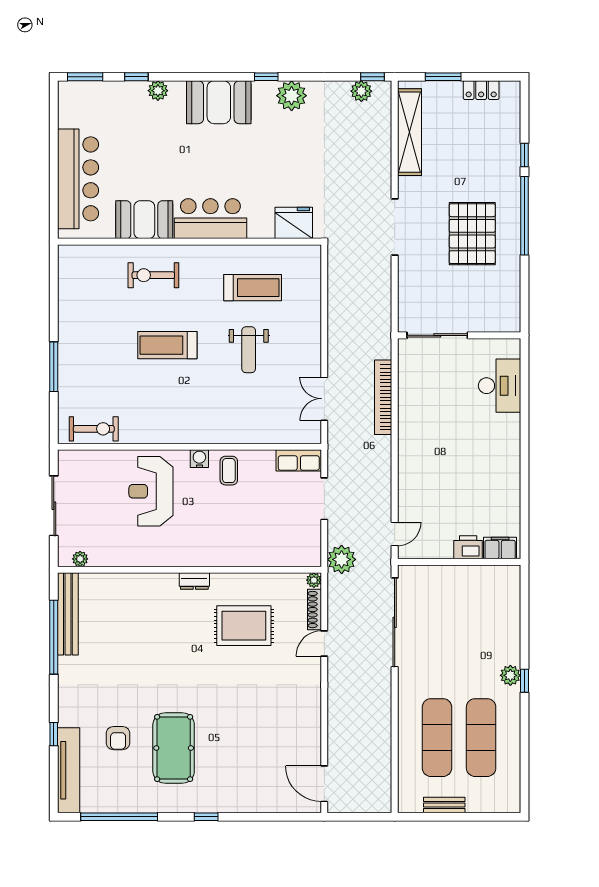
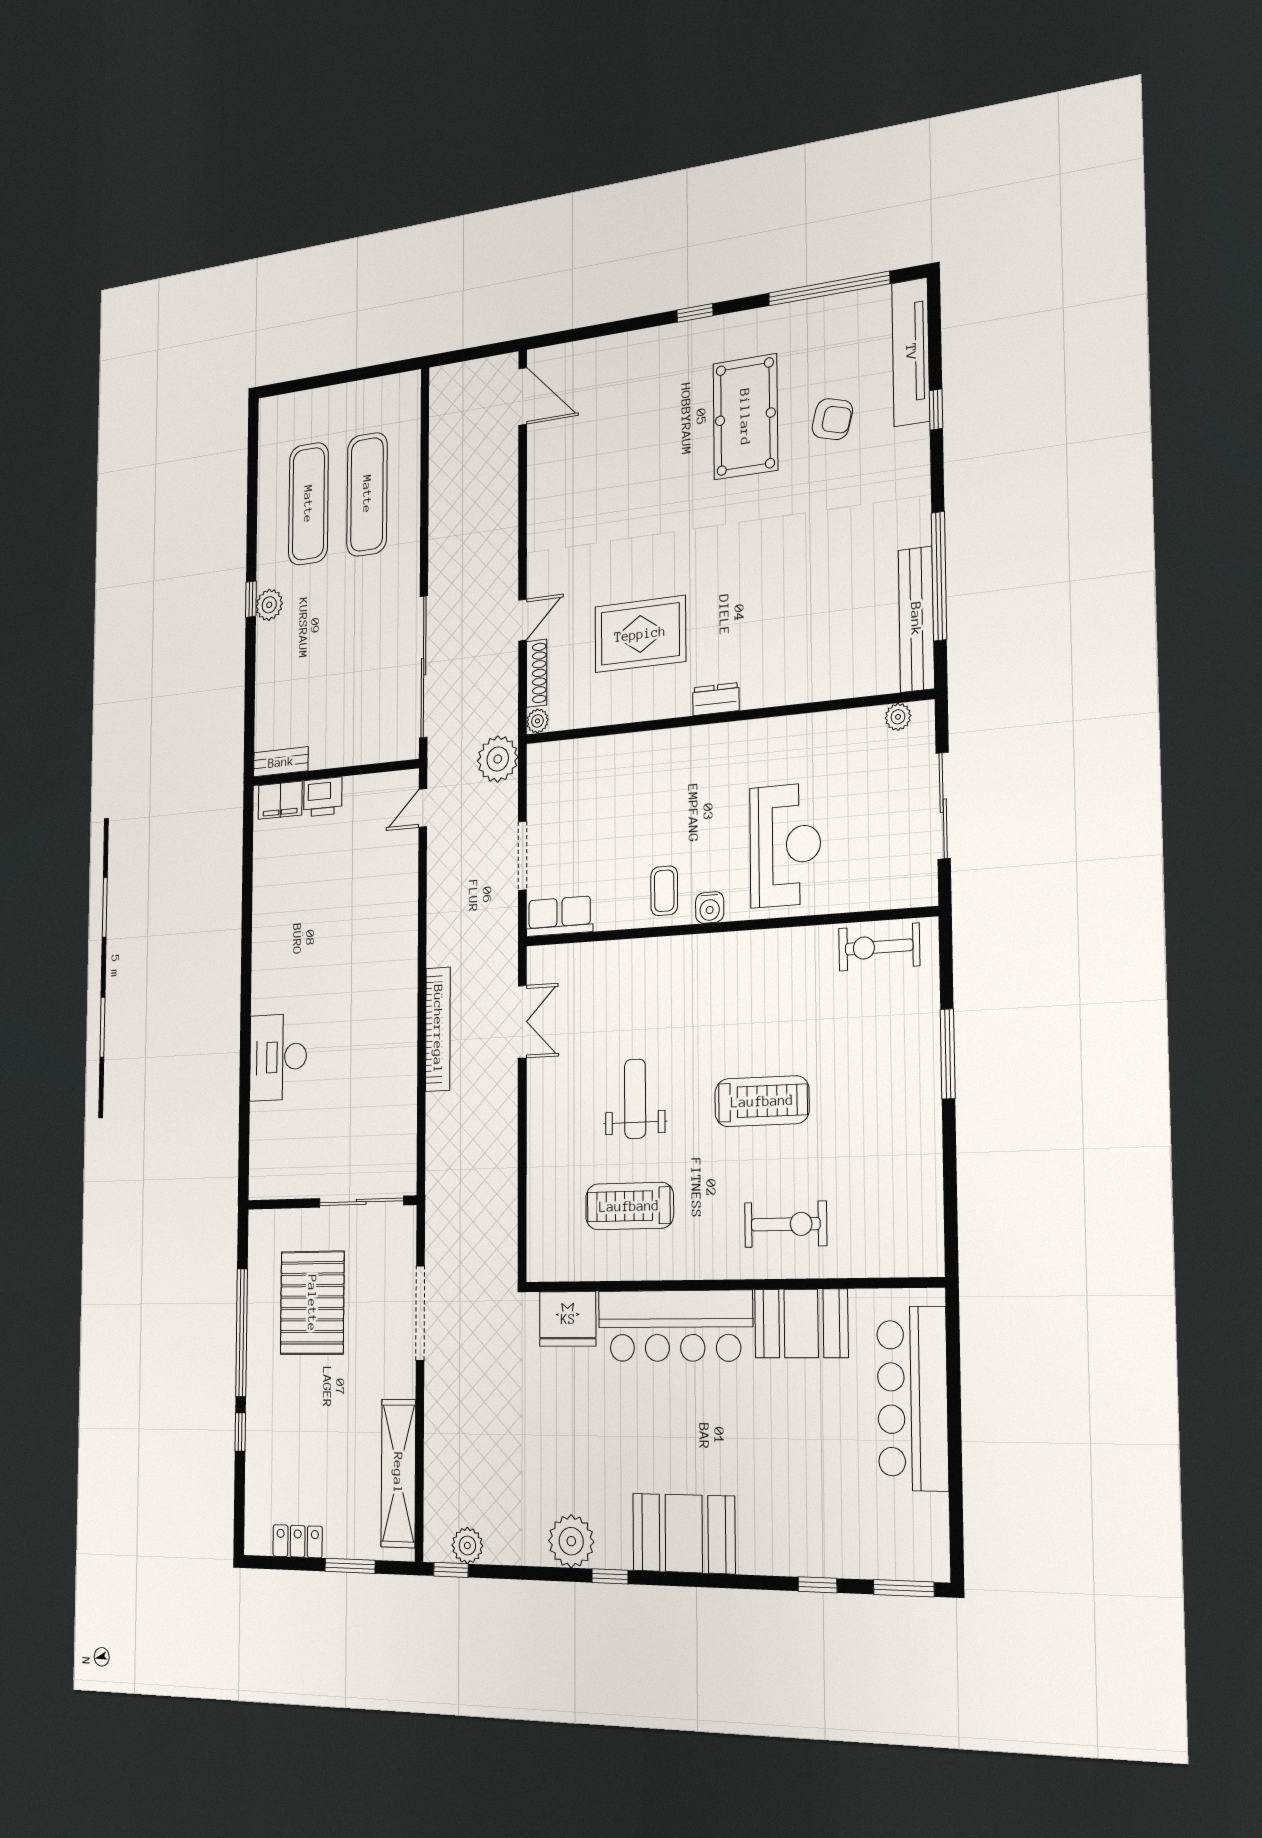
plant: (158, 91) -> (782, 1558), removed
bar counter: (210, 219) -> (675, 1326), width x1.36
sliding door: (437, 335) -> (361, 1202), moved
wall: (459, 335) -> (331, 1203), moved
armchair: (118, 738) -> (832, 419), turned 105
bench: (444, 805) -> (281, 762), moved

